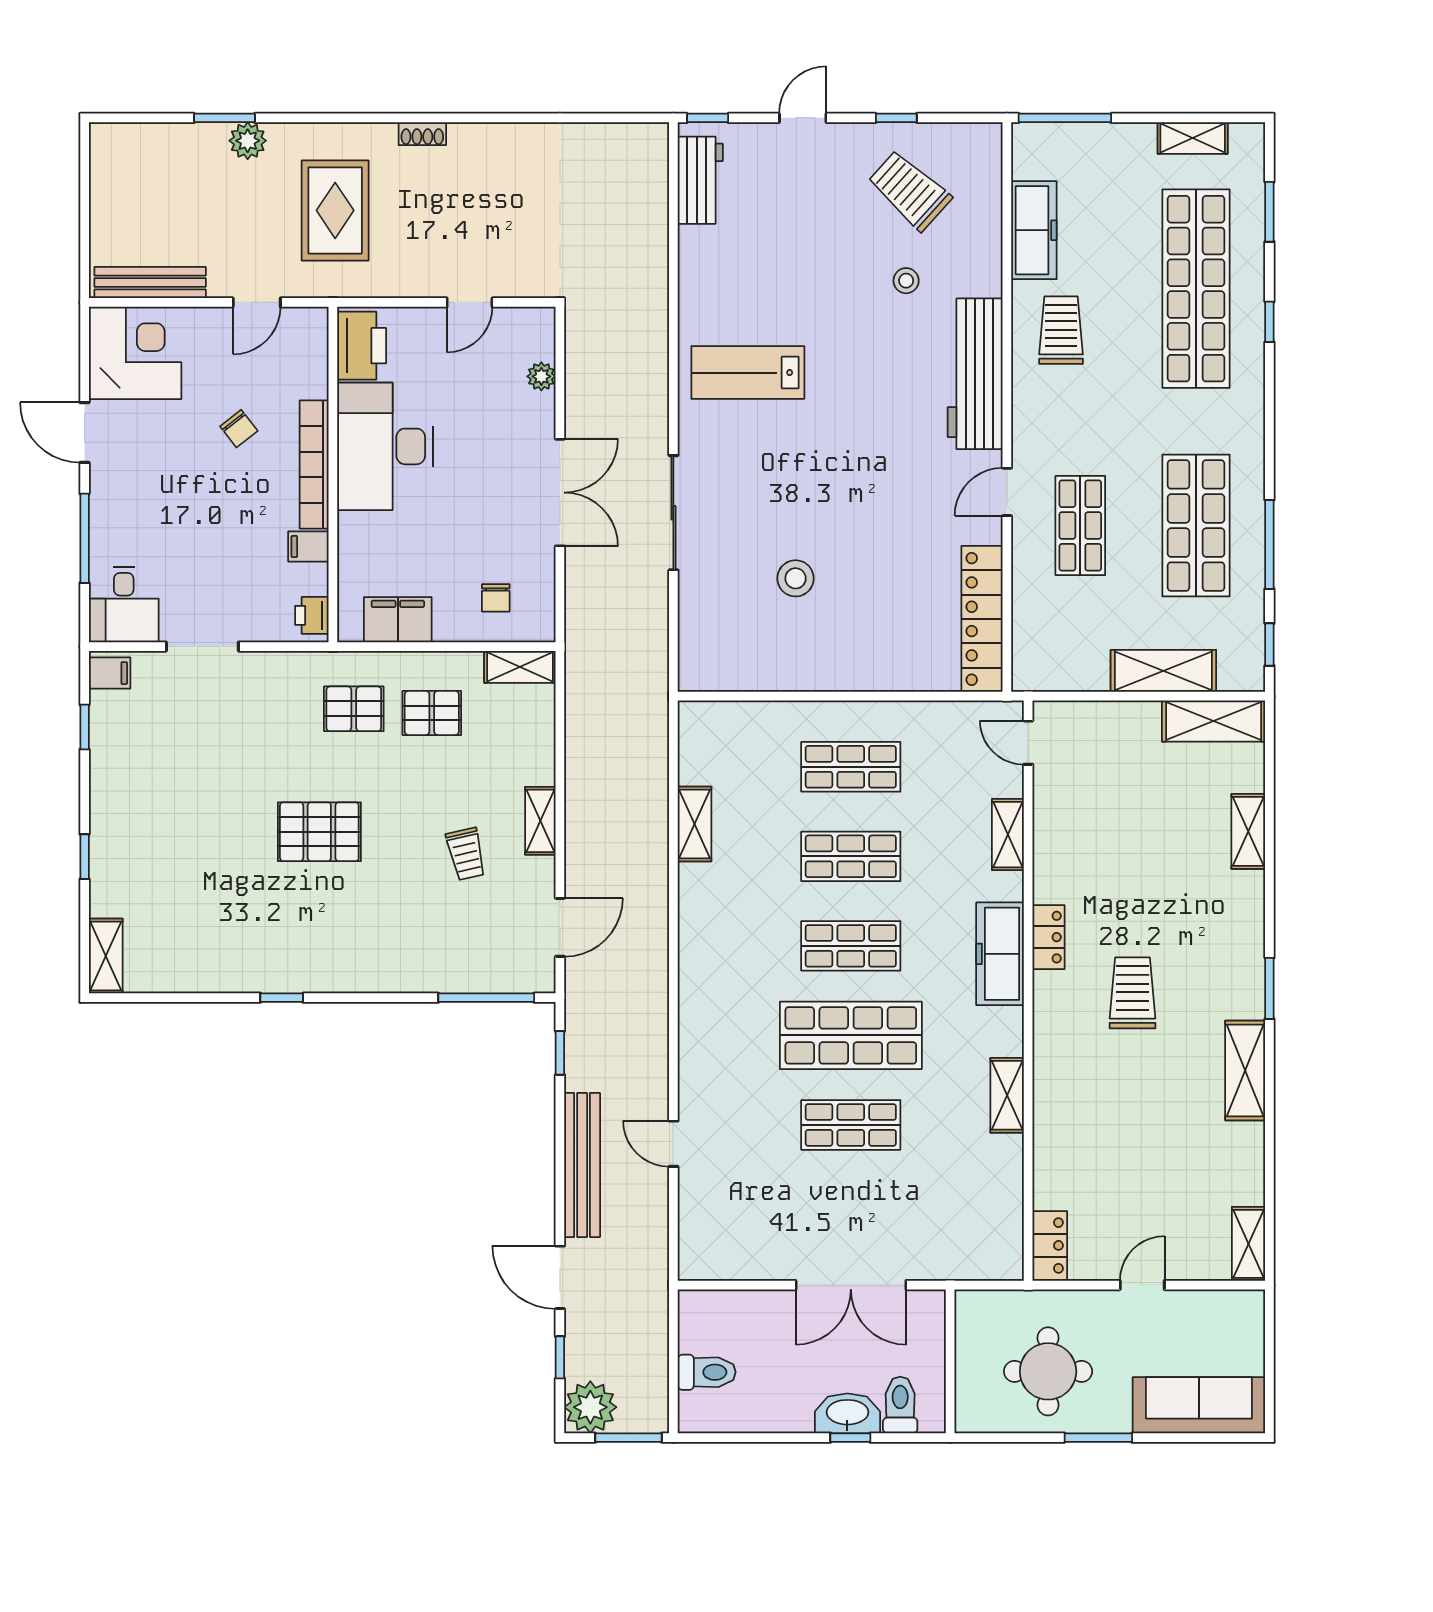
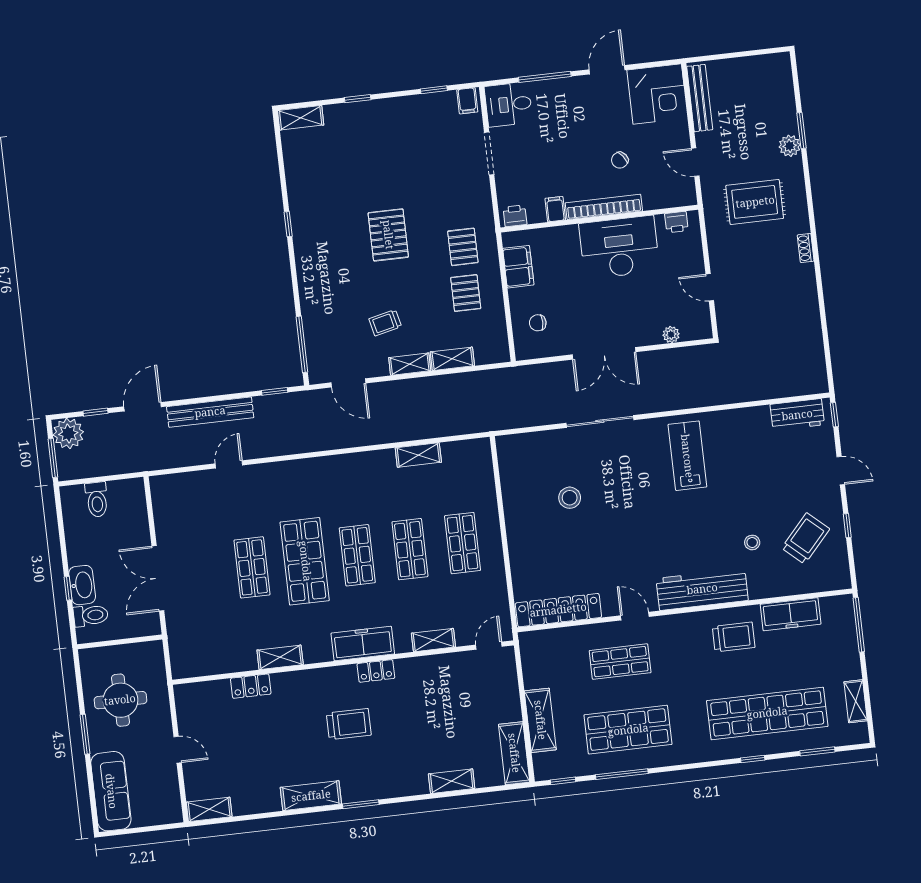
printer: (362, 346) -> (676, 222), width x0.53, depth x0.68
shelving: (520, 667) -> (452, 359), moved, turned 90
locker: (1050, 1245) -> (251, 686), moved

